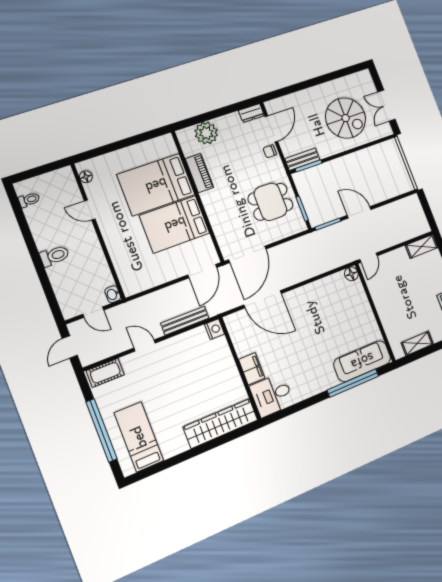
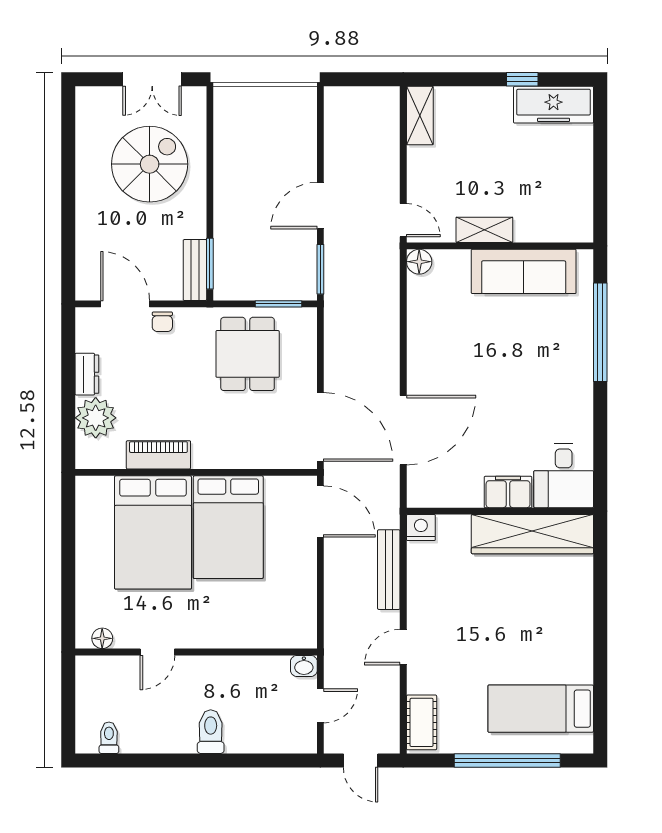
dresser: (251, 113) -> (87, 374), moved
shelving: (417, 343) -> (484, 230), moved, turned 90
sofa: (362, 361) -> (524, 271), moved, turned -90
wardrobe: (221, 423) -> (532, 534), moved, turned -90

